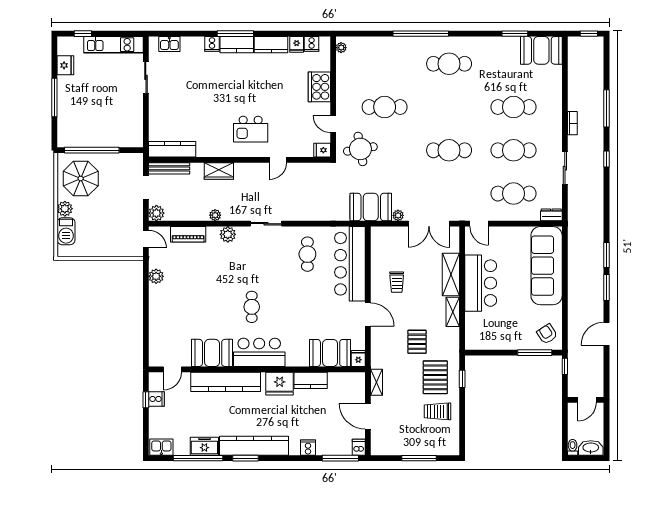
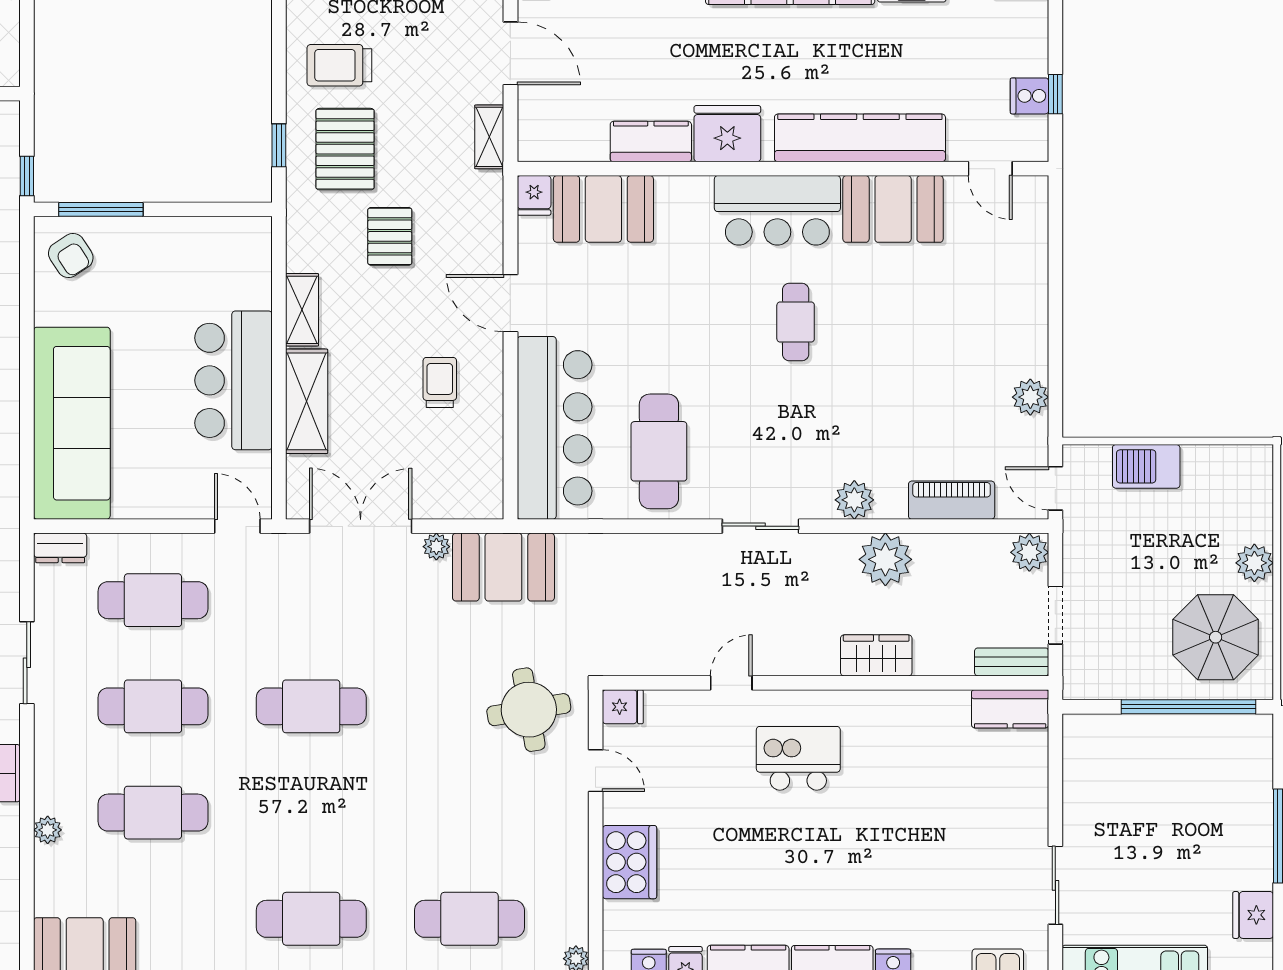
plant: (556, 100) -> (48, 830), added
cafe table: (385, 107) -> (469, 919), moved
kitchen counter: (172, 149) -> (1010, 709), width x0.67
bench: (169, 168) -> (1012, 662), width x0.73
plant: (215, 215) -> (885, 559), width x1.88, depth x1.88
barbecue: (66, 231) -> (1146, 466), moved, turned -90
cafe table: (307, 254) -> (659, 451), width x1.37, depth x1.35
door: (172, 369) -> (990, 169), swing flipped
trolley: (438, 411) -> (339, 65), turned 180

